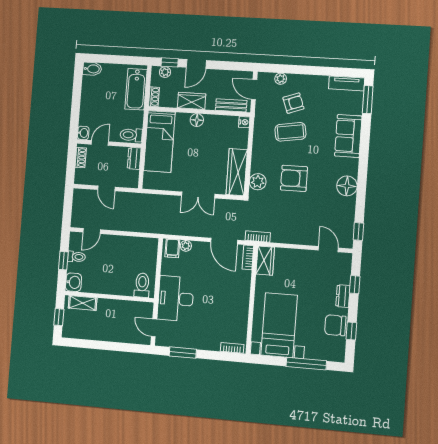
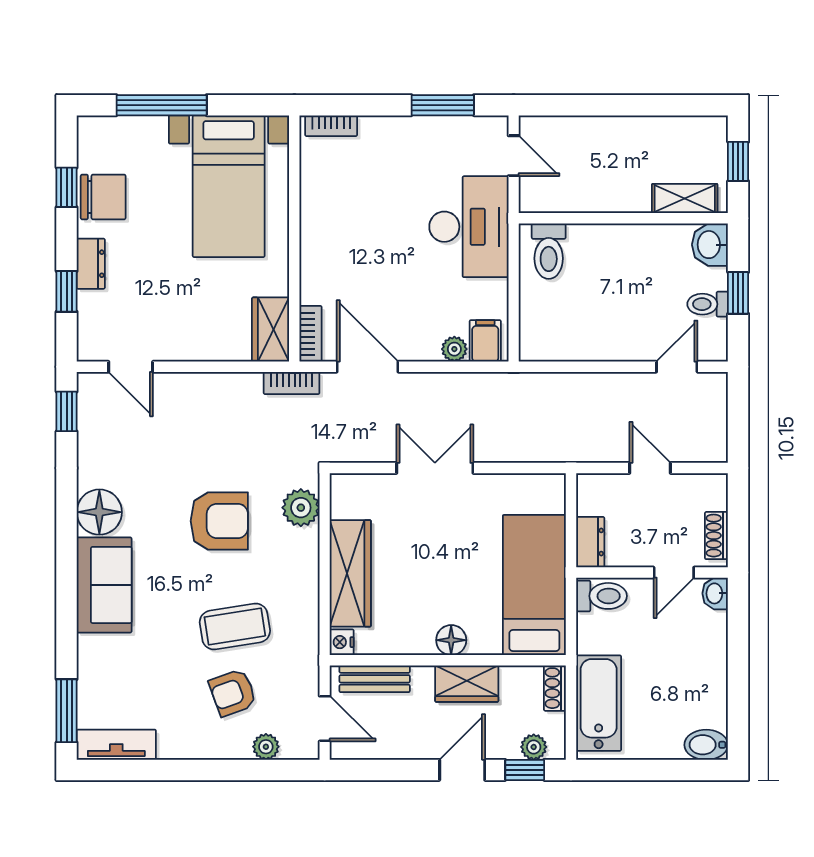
sofa: (348, 136) -> (104, 585), moved
wardrobe: (237, 172) -> (350, 573), moved

